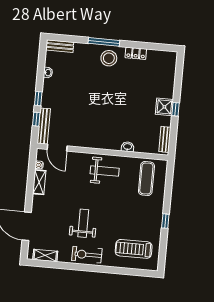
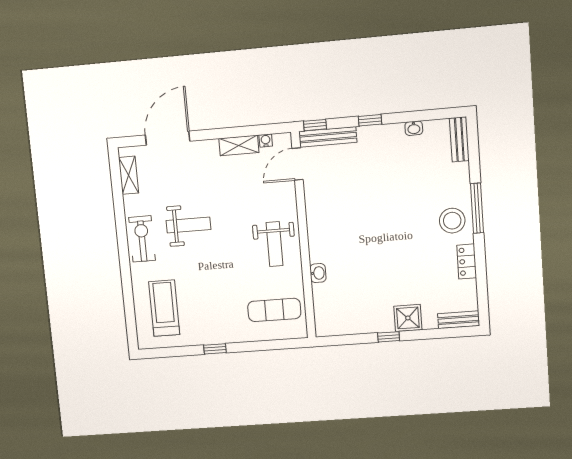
shower: (164, 107) -> (408, 318), moved
window: (36, 119) -> (315, 125), moved
bench: (165, 139) -> (459, 320), moved

